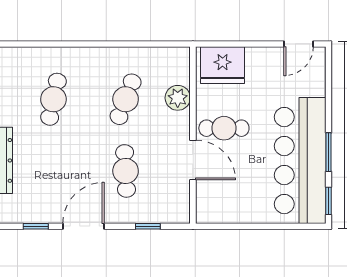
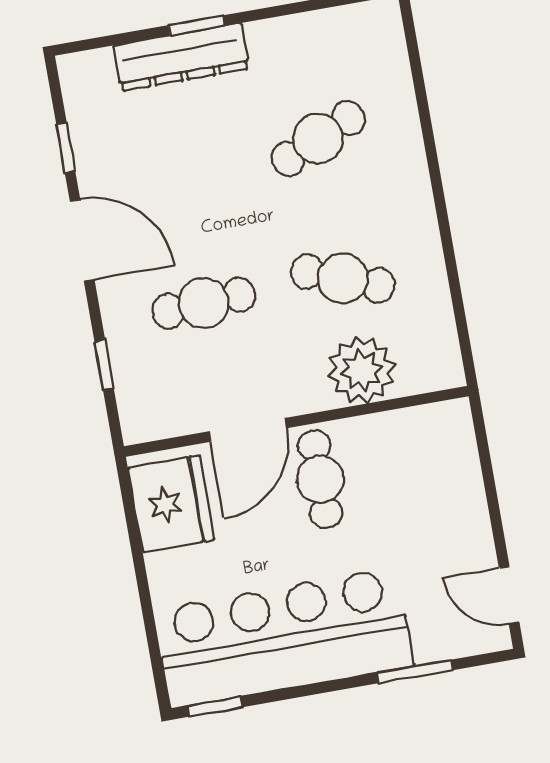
fridge: (223, 65) -> (171, 504), moved, turned 180
plant: (178, 98) -> (362, 370), width x1.36, depth x1.36
cafe table: (53, 99) -> (318, 139), turned -36
window: (329, 152) -> (415, 671), moved

